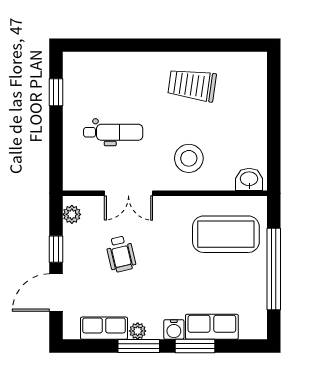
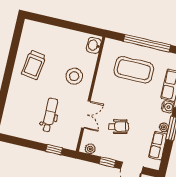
window: (56, 92) -> (54, 150), moved
coffee table: (226, 234) -> (134, 70), moved, turned 90

